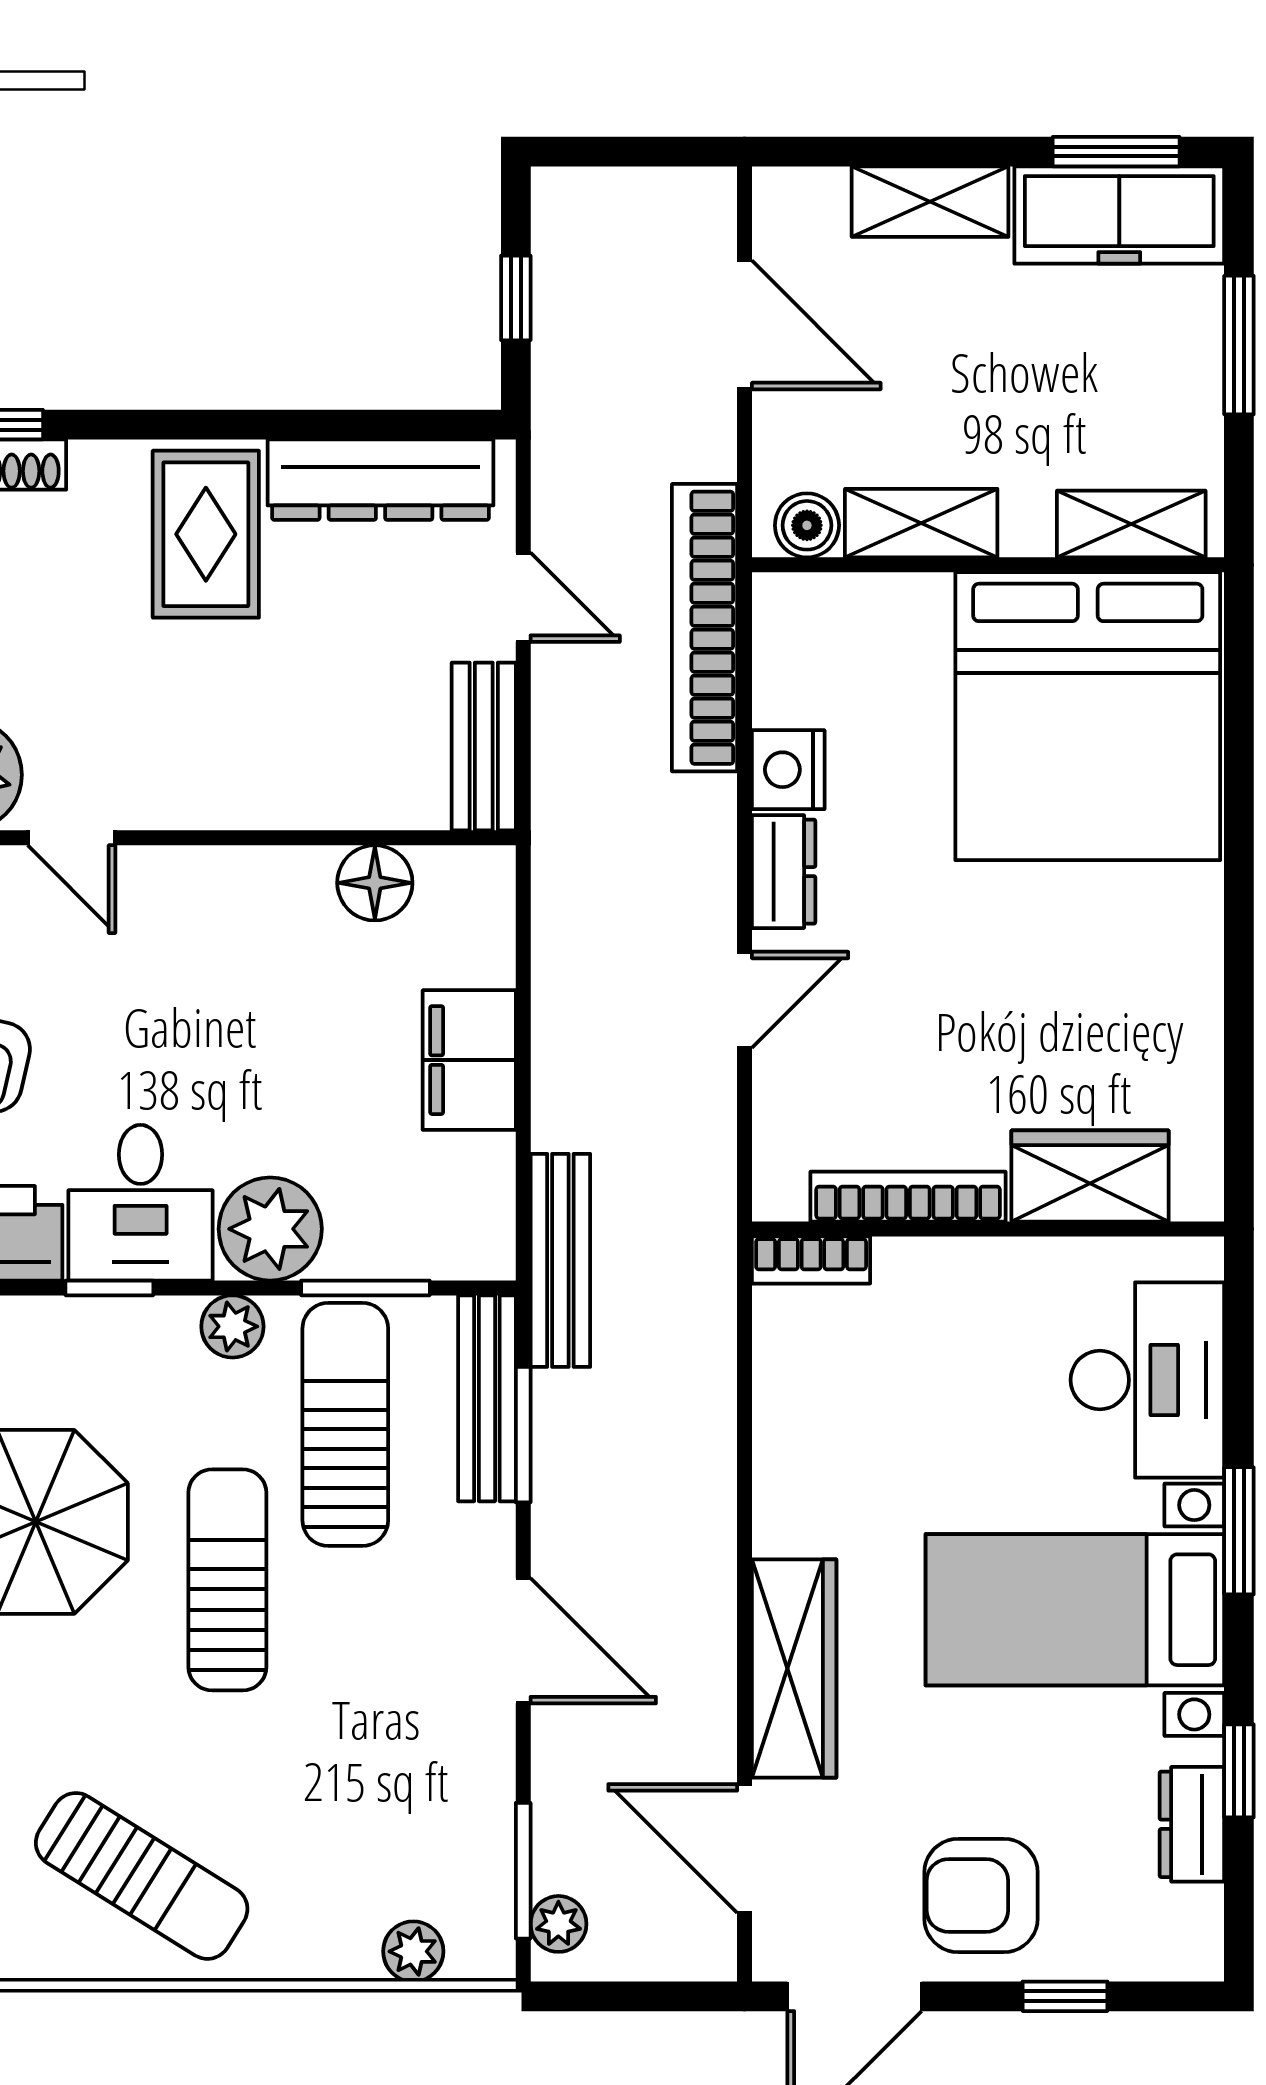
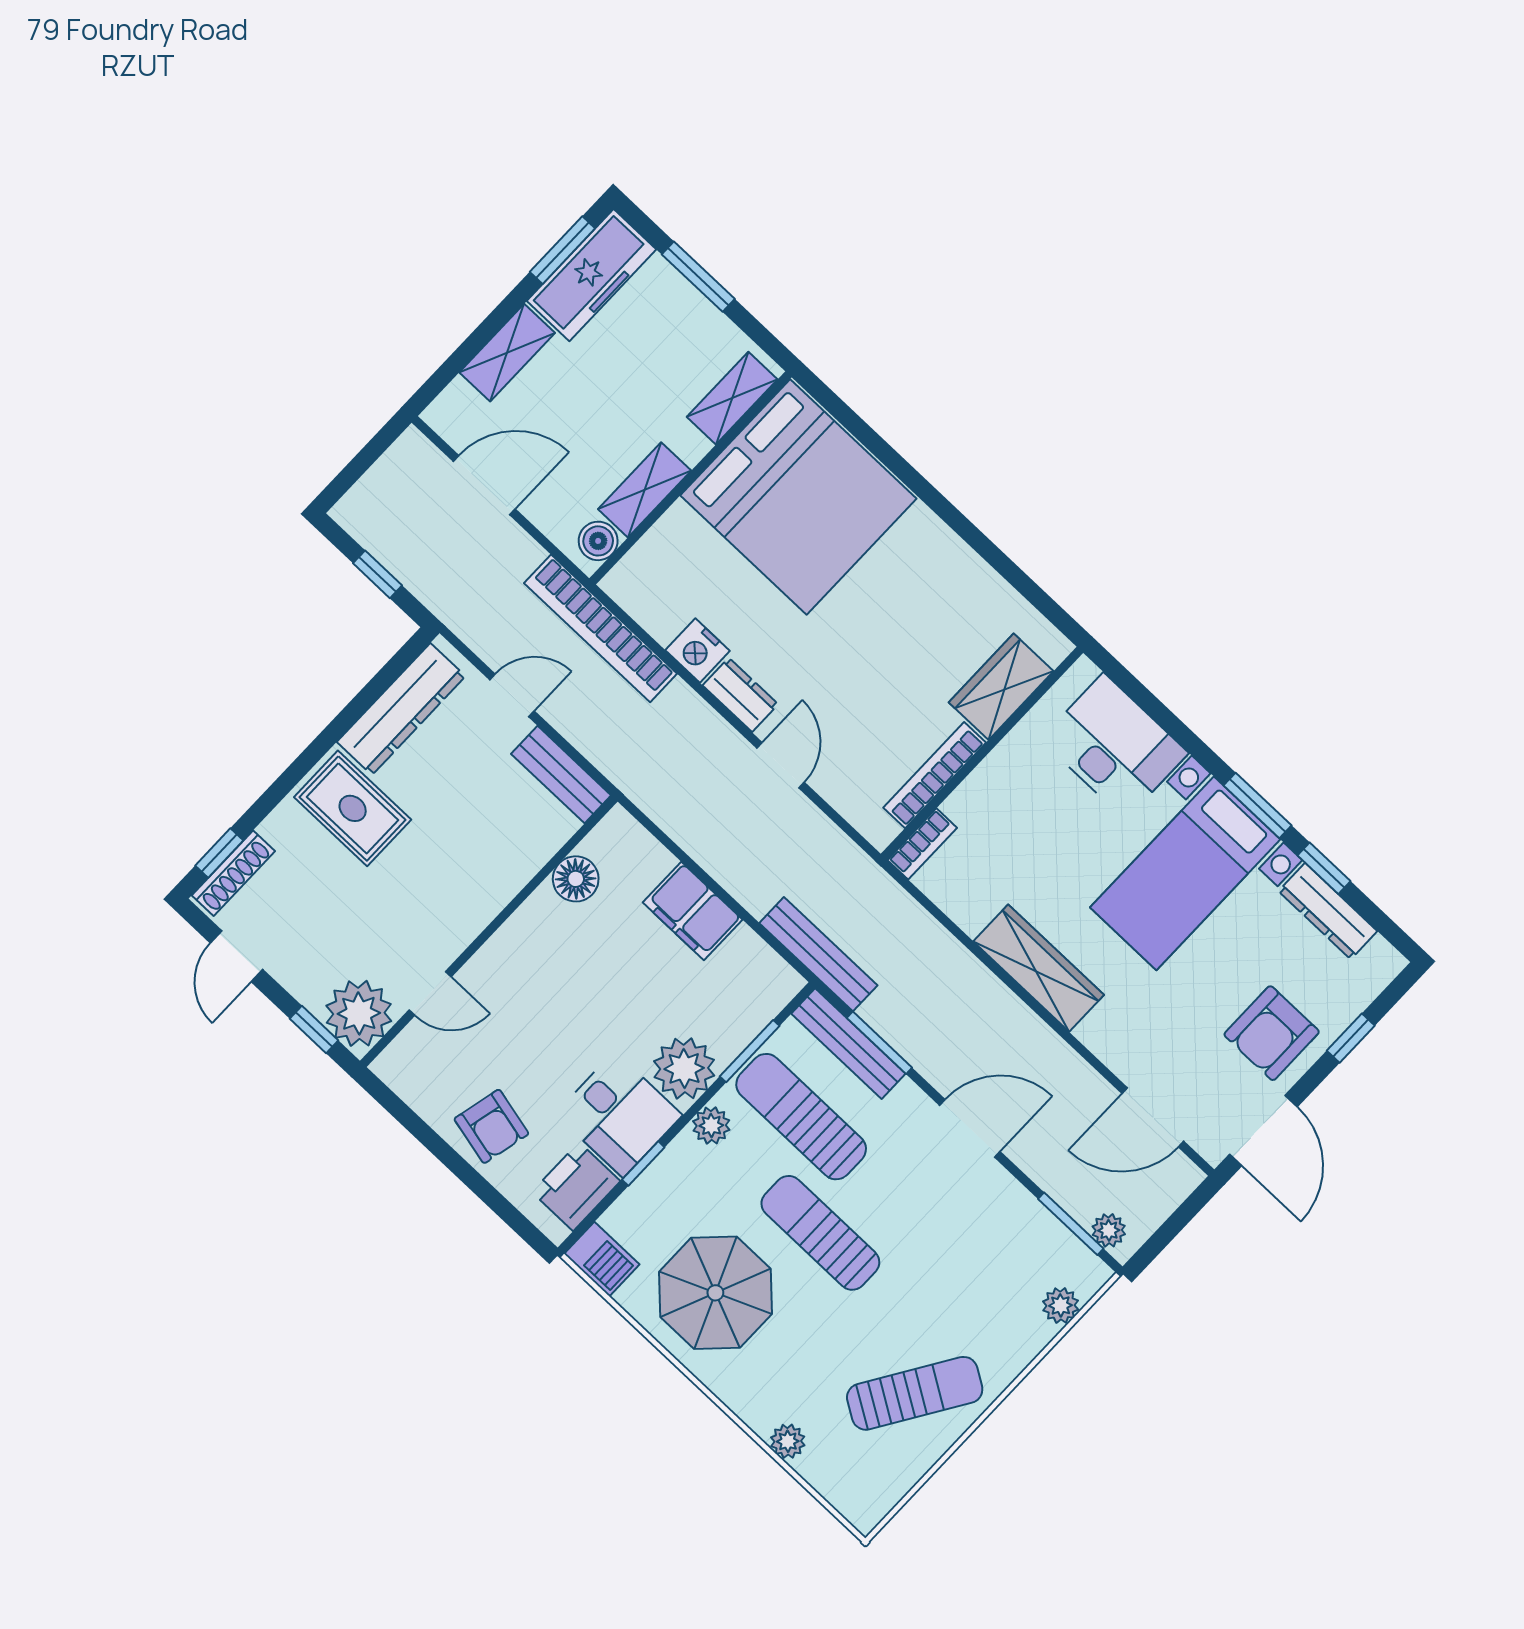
window: (1239, 1531) -> (1257, 805), moved
wardrobe: (794, 1668) -> (1039, 968), moved
dresser: (1192, 1824) -> (1328, 911), width x1.44

